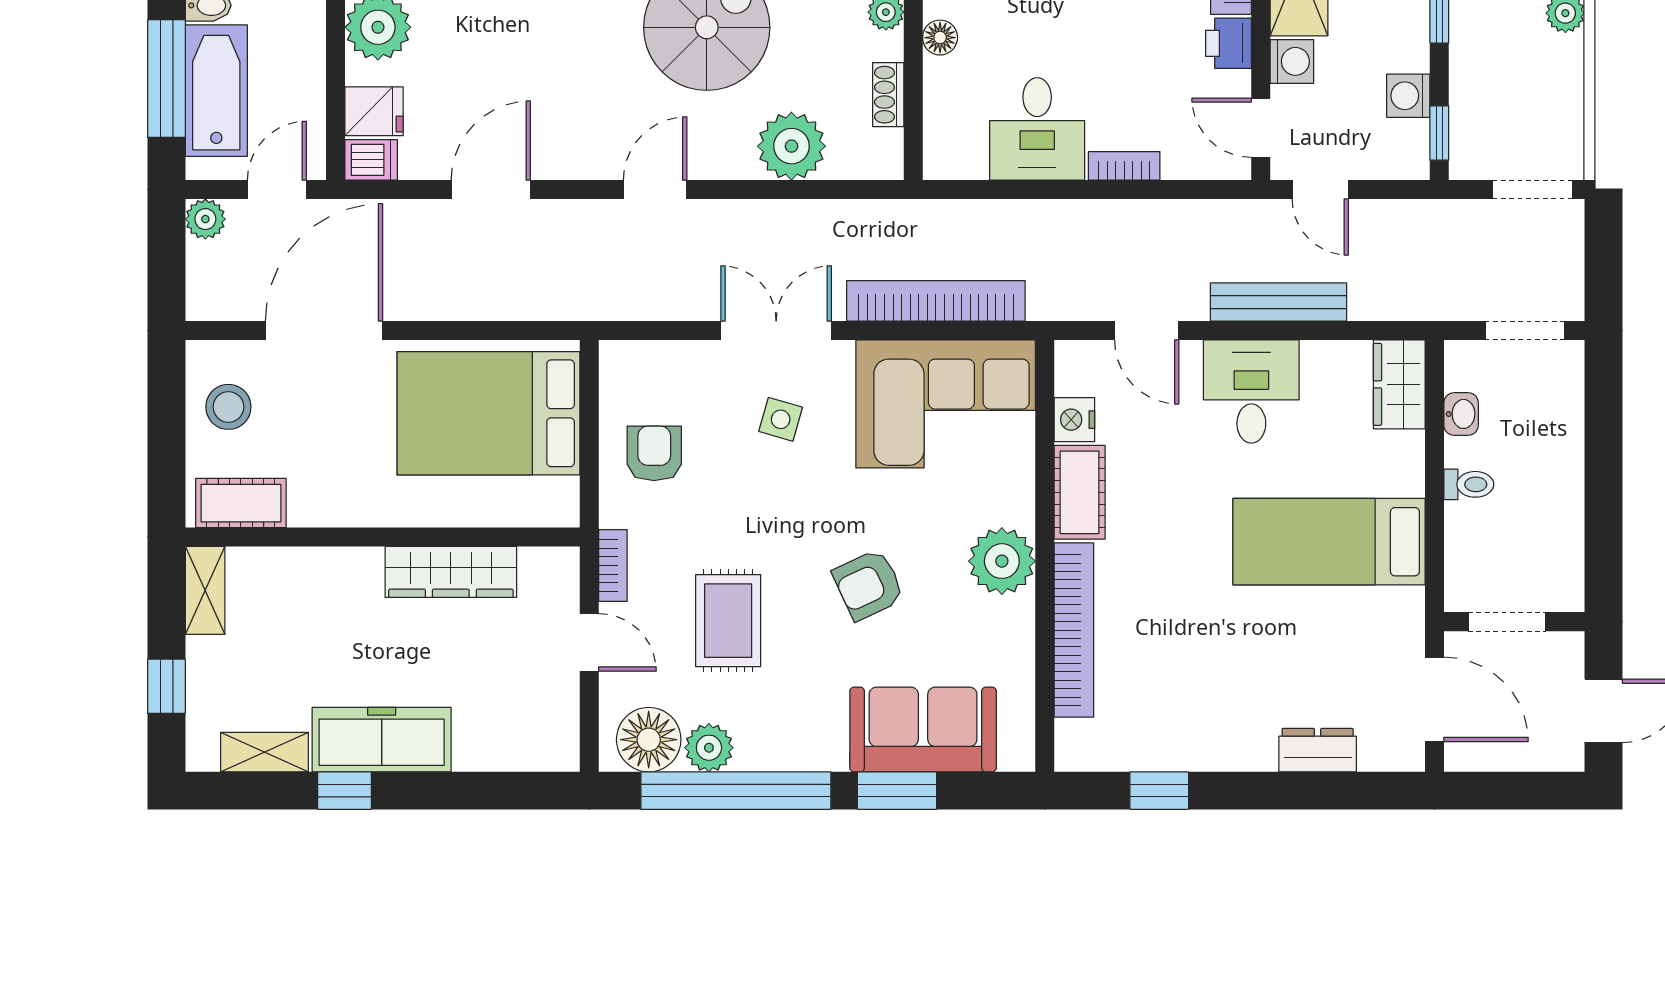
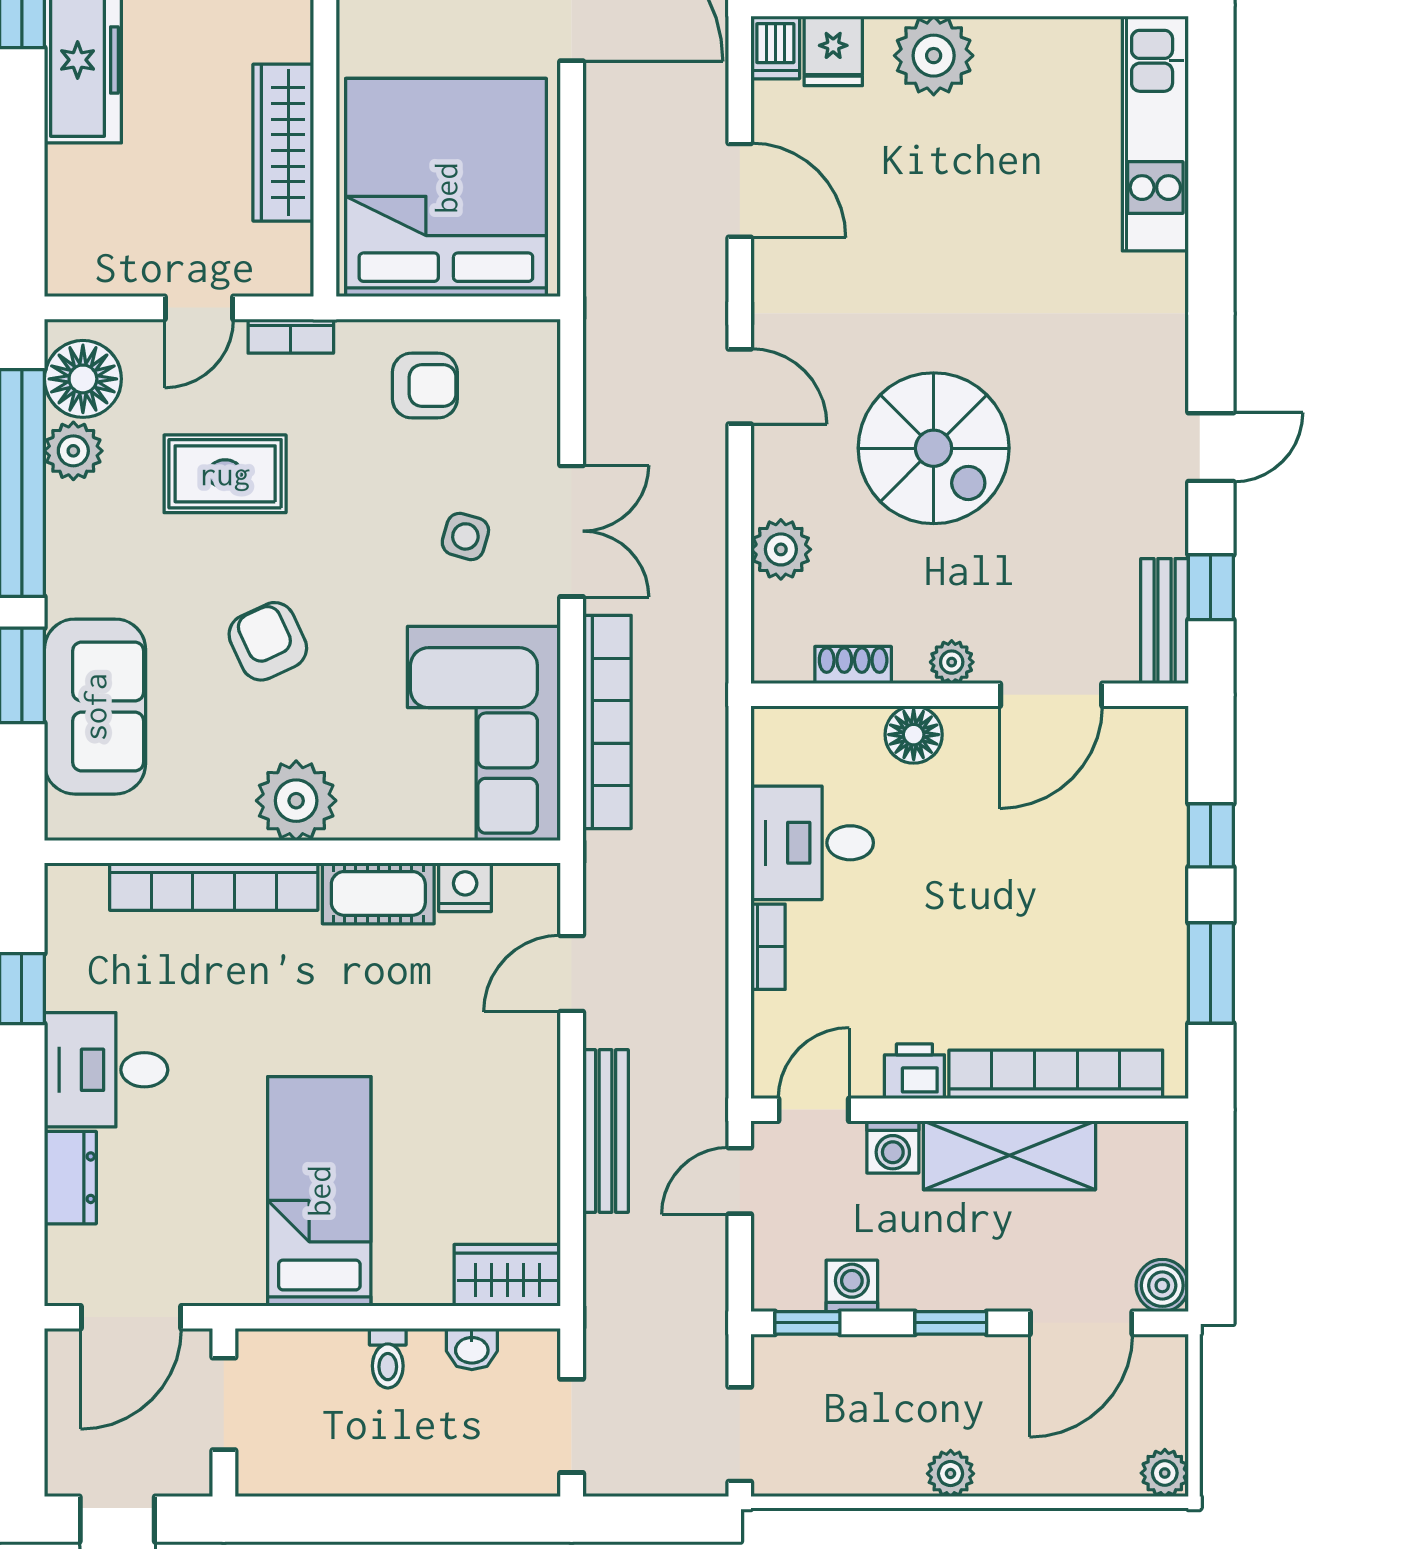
floor lamp: (940, 38) -> (914, 735), width x1.37, depth x1.37
plant: (791, 146) -> (781, 549), width x0.73, depth x0.73
desk: (1251, 392) -> (106, 1070), moved, turned 180
bed: (488, 413) -> (446, 188), width x1.36

